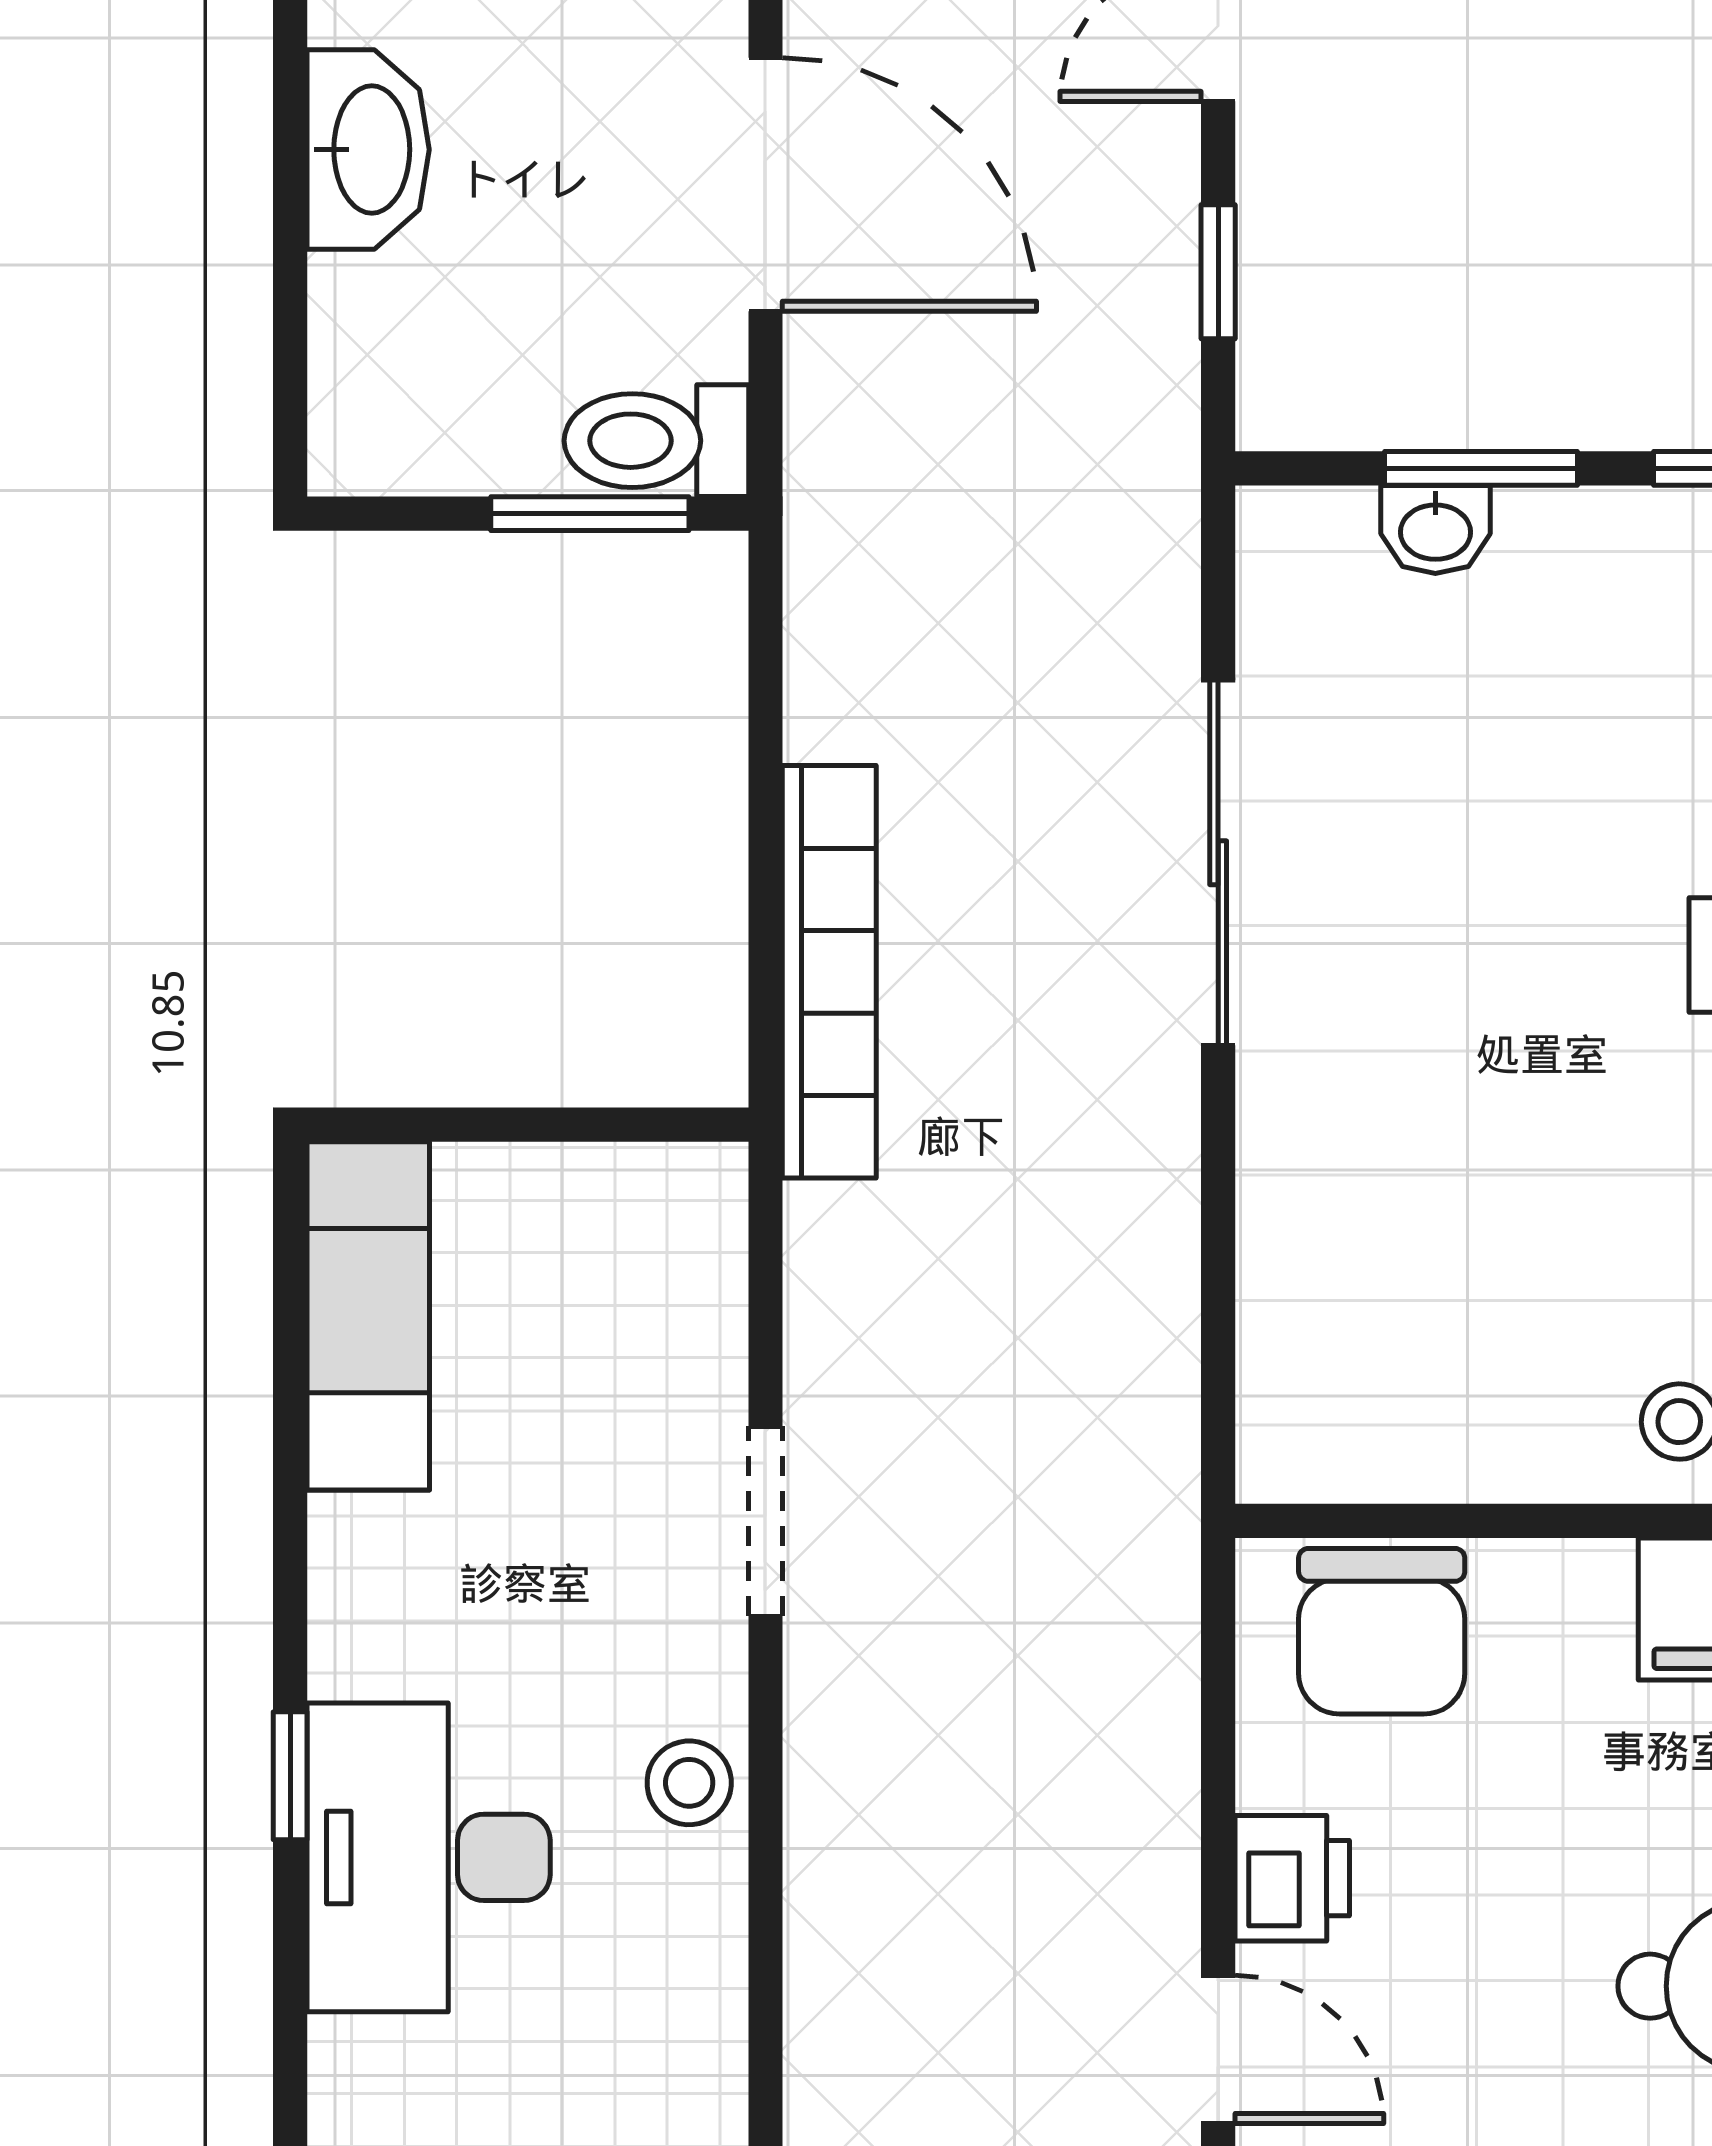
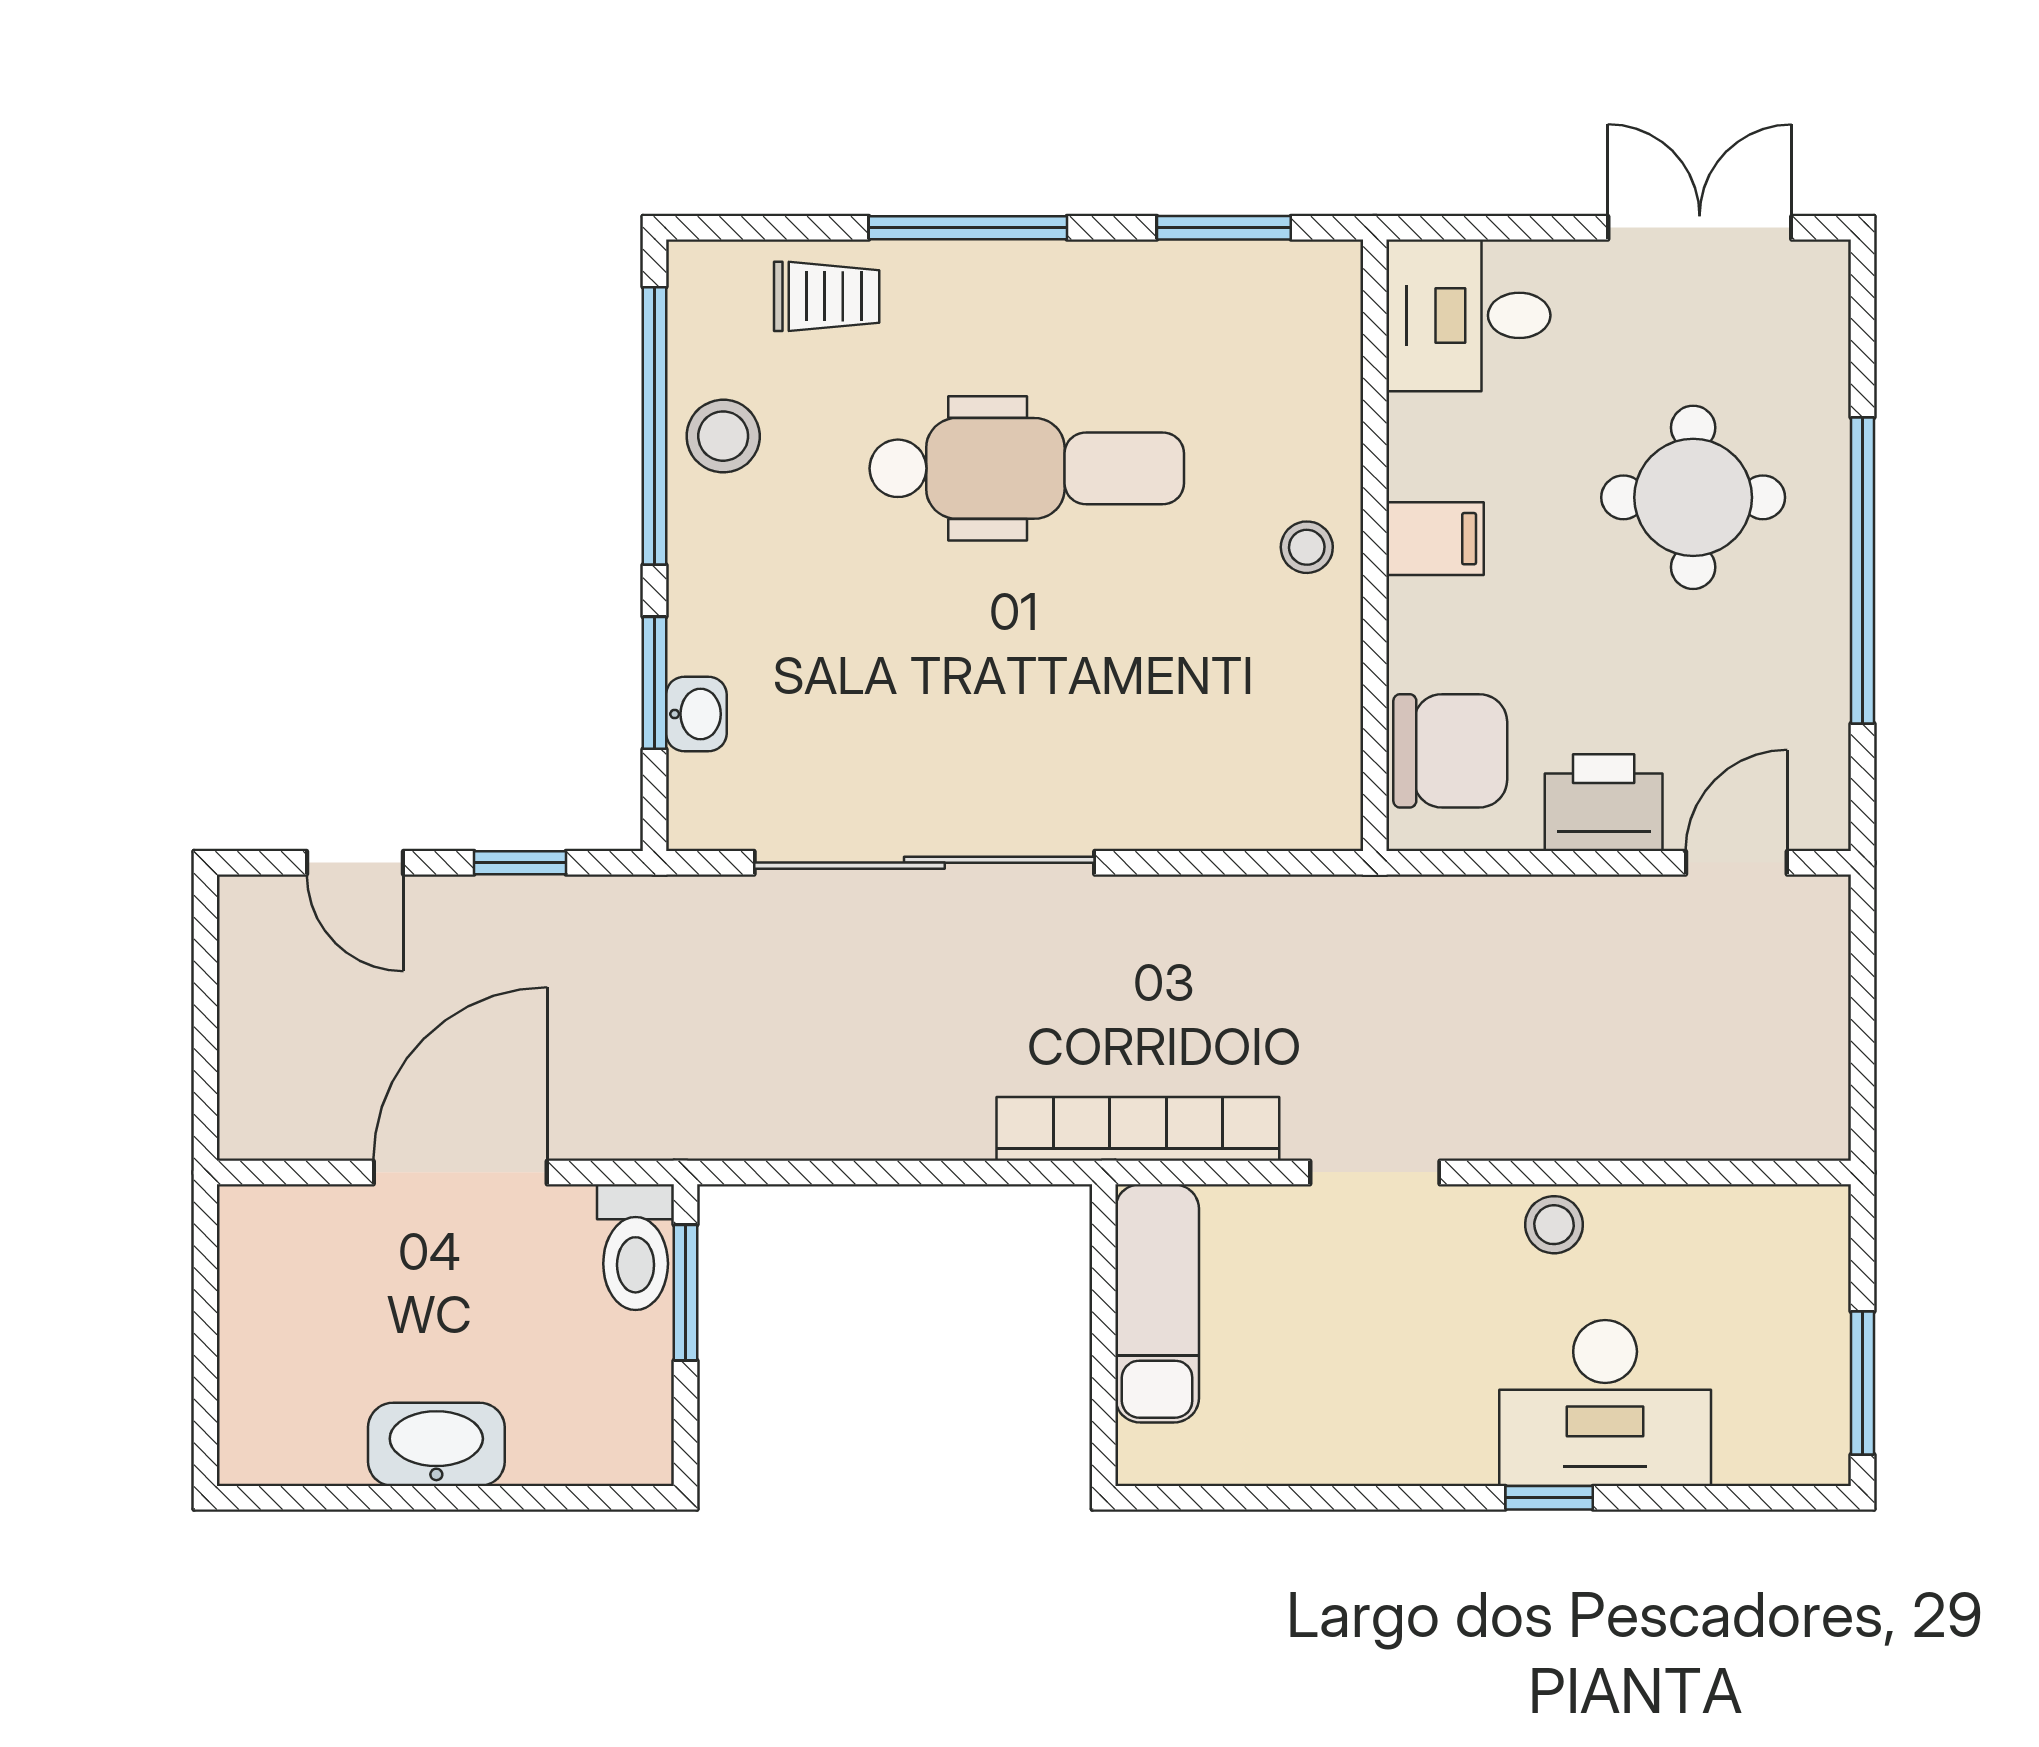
sliding door: (1218, 863) -> (924, 863), width x1.36
bookcase: (829, 972) -> (1138, 1129), moved
exam couch: (368, 1316) -> (1157, 1303), moved, turned 90
printer: (1292, 1878) -> (1604, 803), width x1.36, depth x1.24

